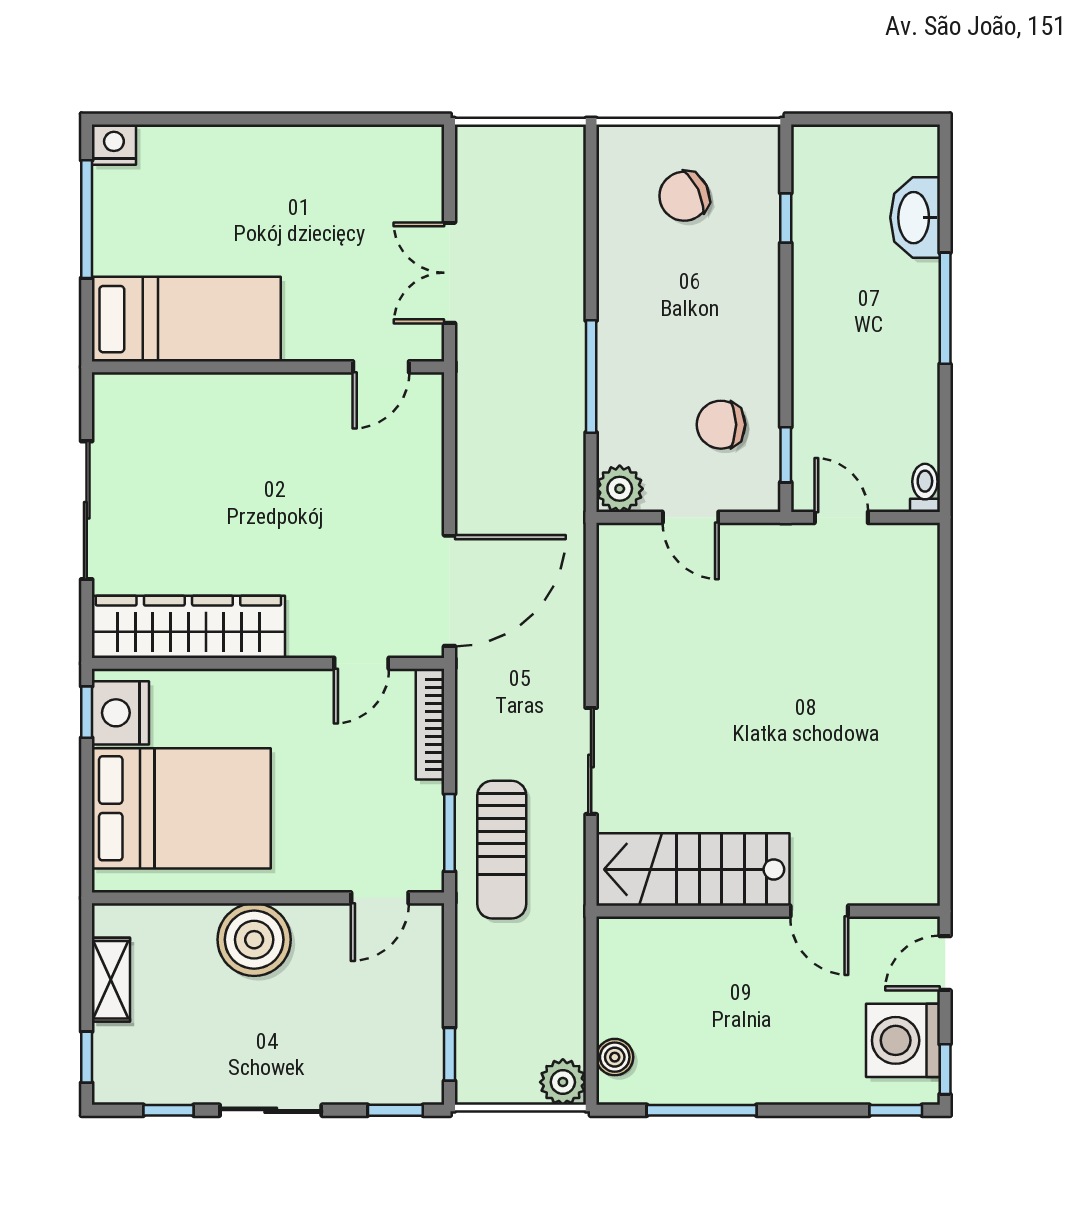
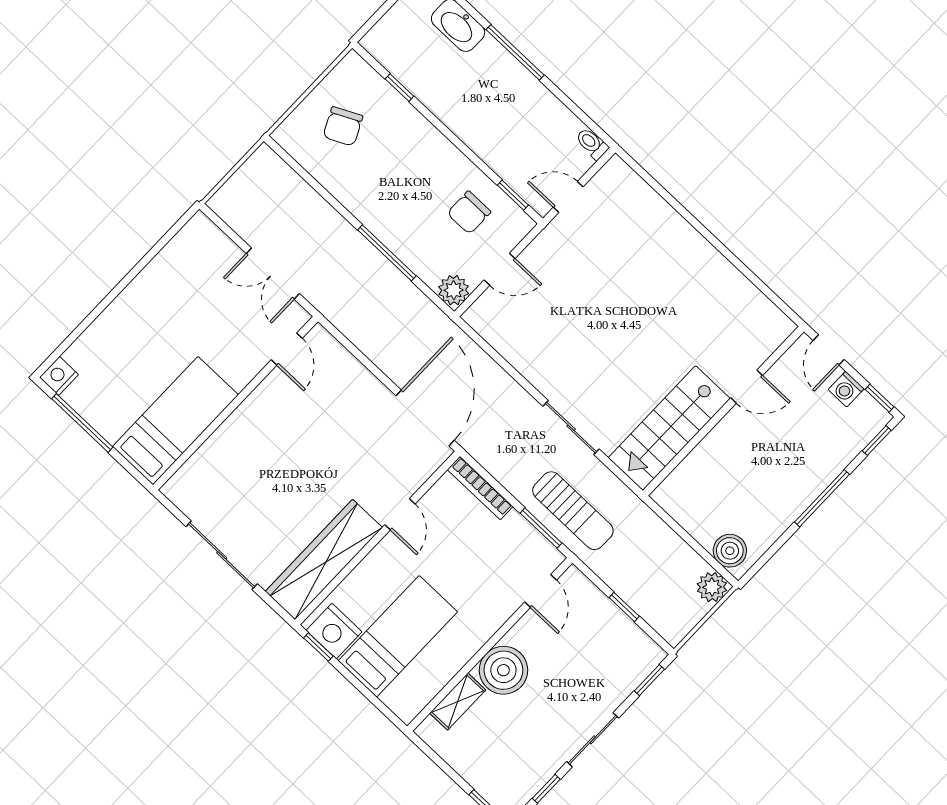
door: (361, 663) -> (400, 514), moved
bed: (181, 808) -> (398, 636), width x0.67
shelving: (111, 980) -> (458, 702), moved, turned 90
washing machine: (903, 1040) -> (846, 389), width x0.53, depth x0.53
window: (449, 1054) -> (624, 607), moved
boiler: (615, 1057) -> (730, 551), width x1.36, depth x1.36
window: (702, 1110) -> (822, 498), moved

